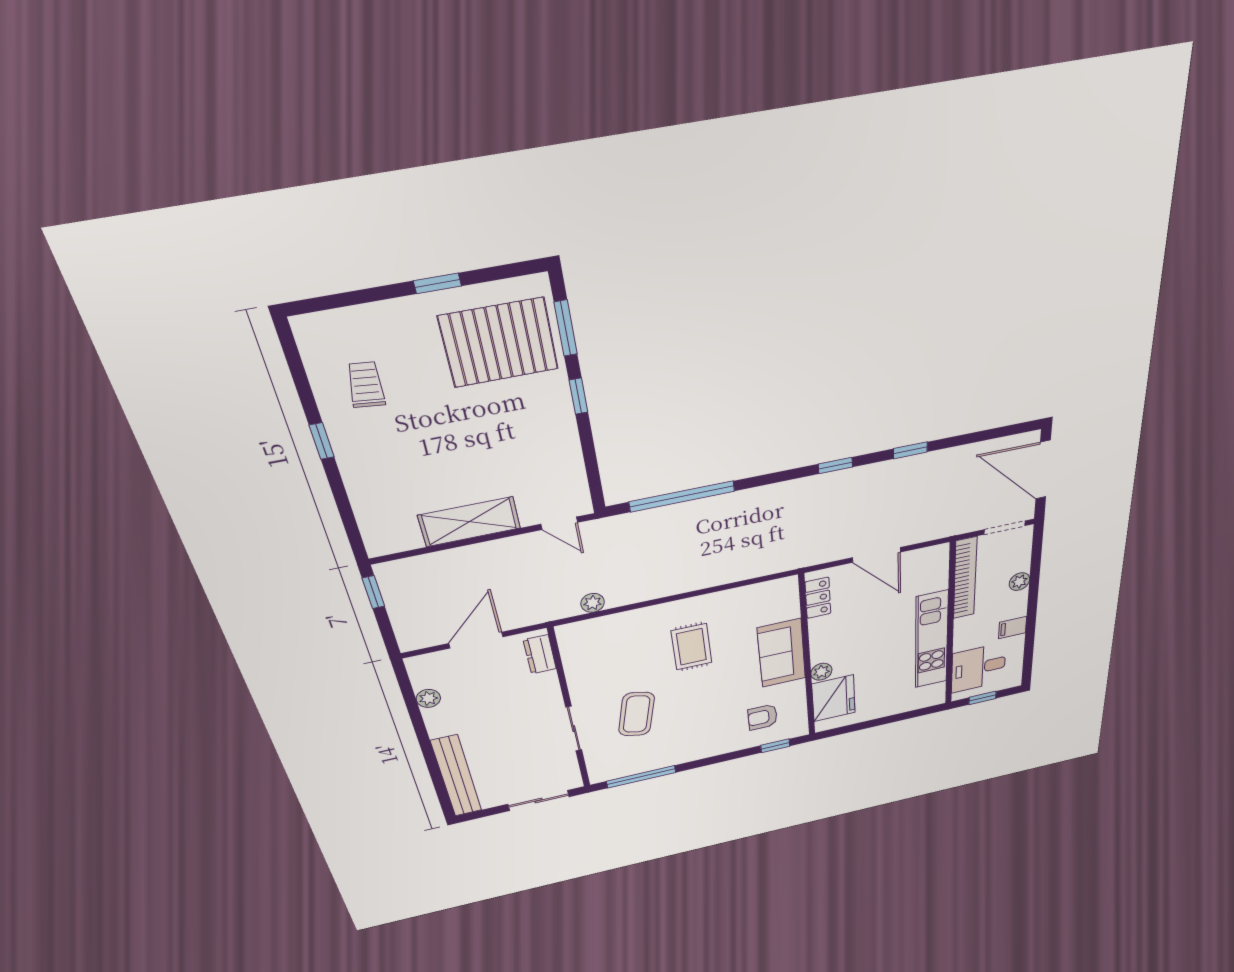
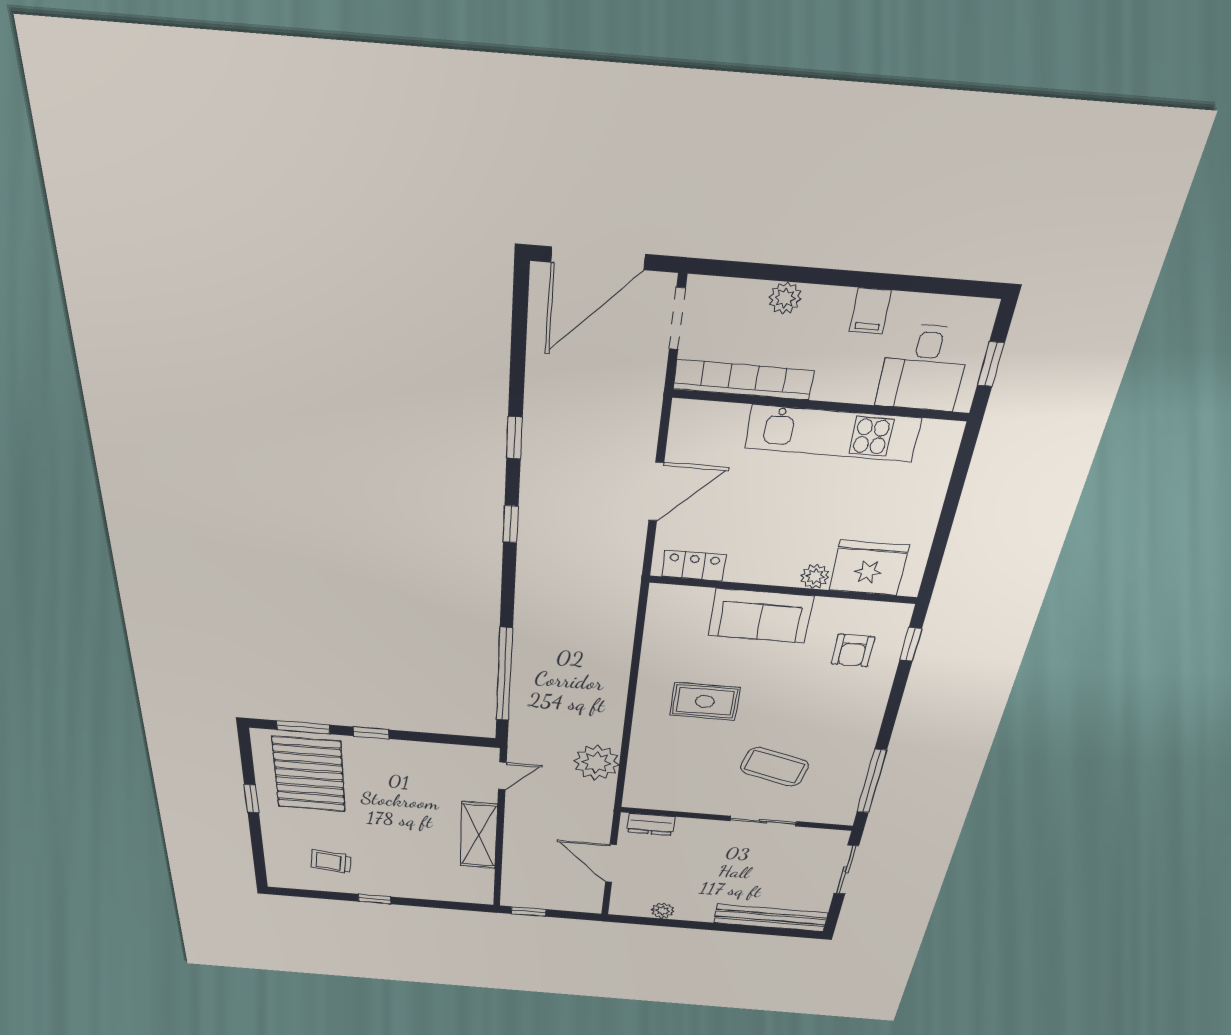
plant: (593, 603) -> (596, 763), width x1.87, depth x1.87

